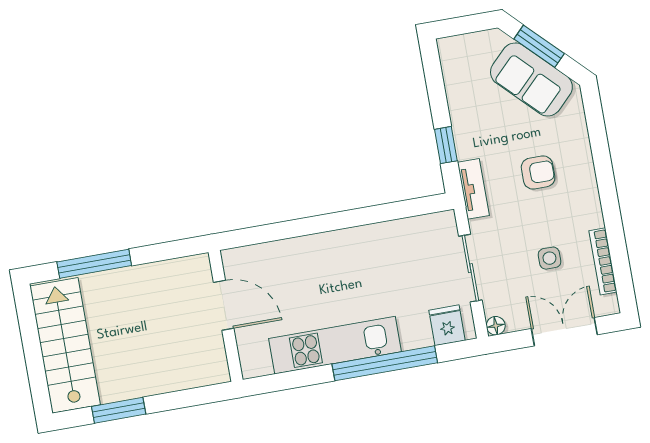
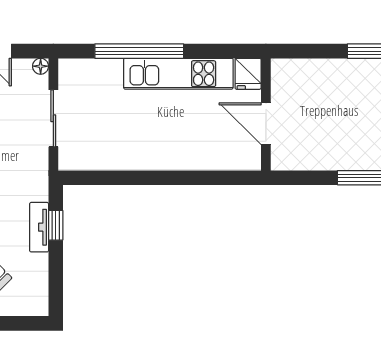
tv unit: (473, 189) -> (39, 227), moved
fridge: (447, 325) -> (248, 74), moved

